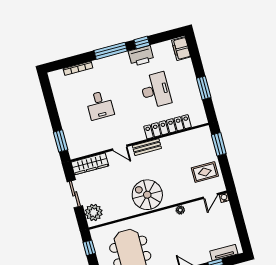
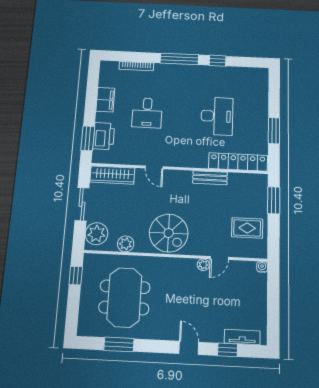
filing cabinet: (181, 49) -> (105, 100), moved, turned 180
printer: (141, 56) -> (104, 136), moved, turned -90
locker: (167, 127) -> (238, 162), moved
bench: (147, 147) -> (210, 178), moved
spiral stairs: (147, 195) -> (169, 233), turned 180
door: (210, 196) -> (219, 258), moved
plant: (118, 213) -> (126, 244), added

